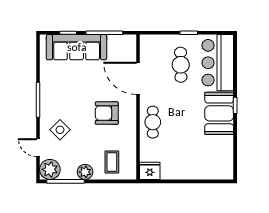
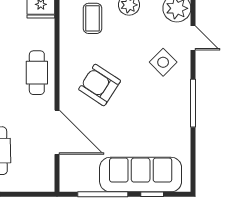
armchair: (107, 113) -> (100, 85), turned -147

